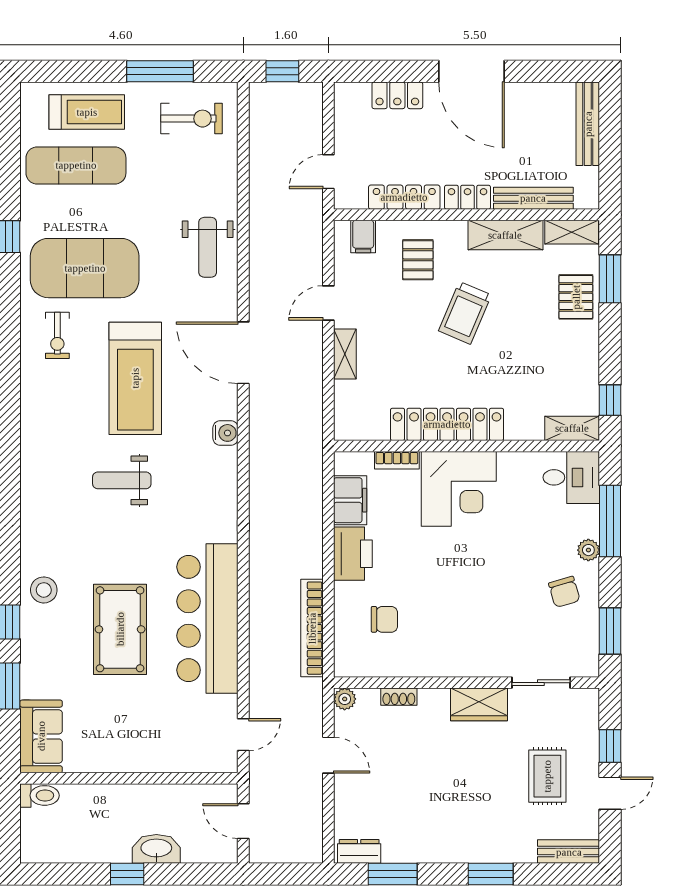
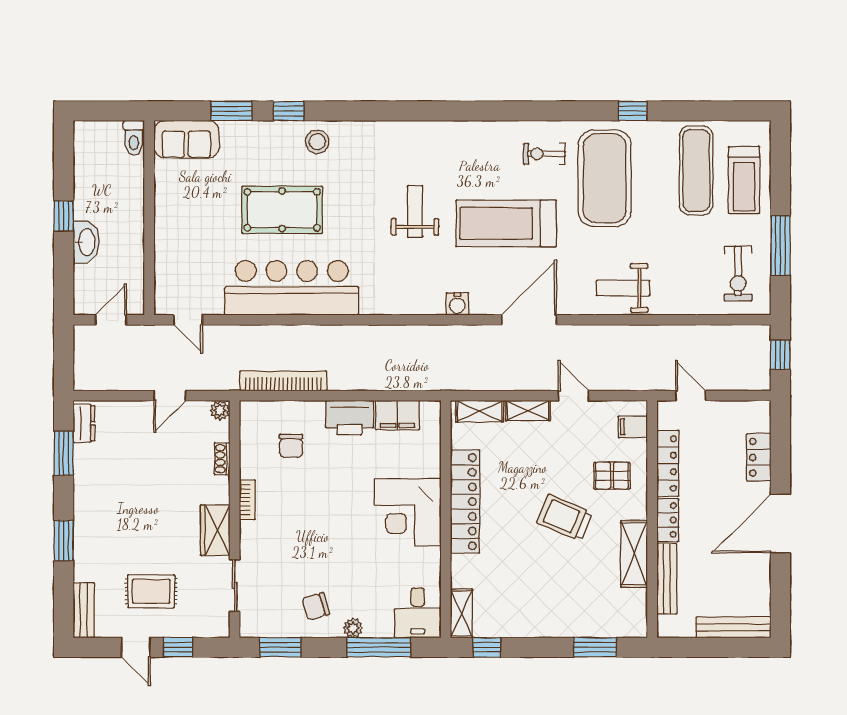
shelving: (572, 232) -> (480, 411), moved, turned 90
pallet: (576, 297) -> (579, 617), removed
bookcase: (397, 460) -> (247, 500), moved, turned 180

